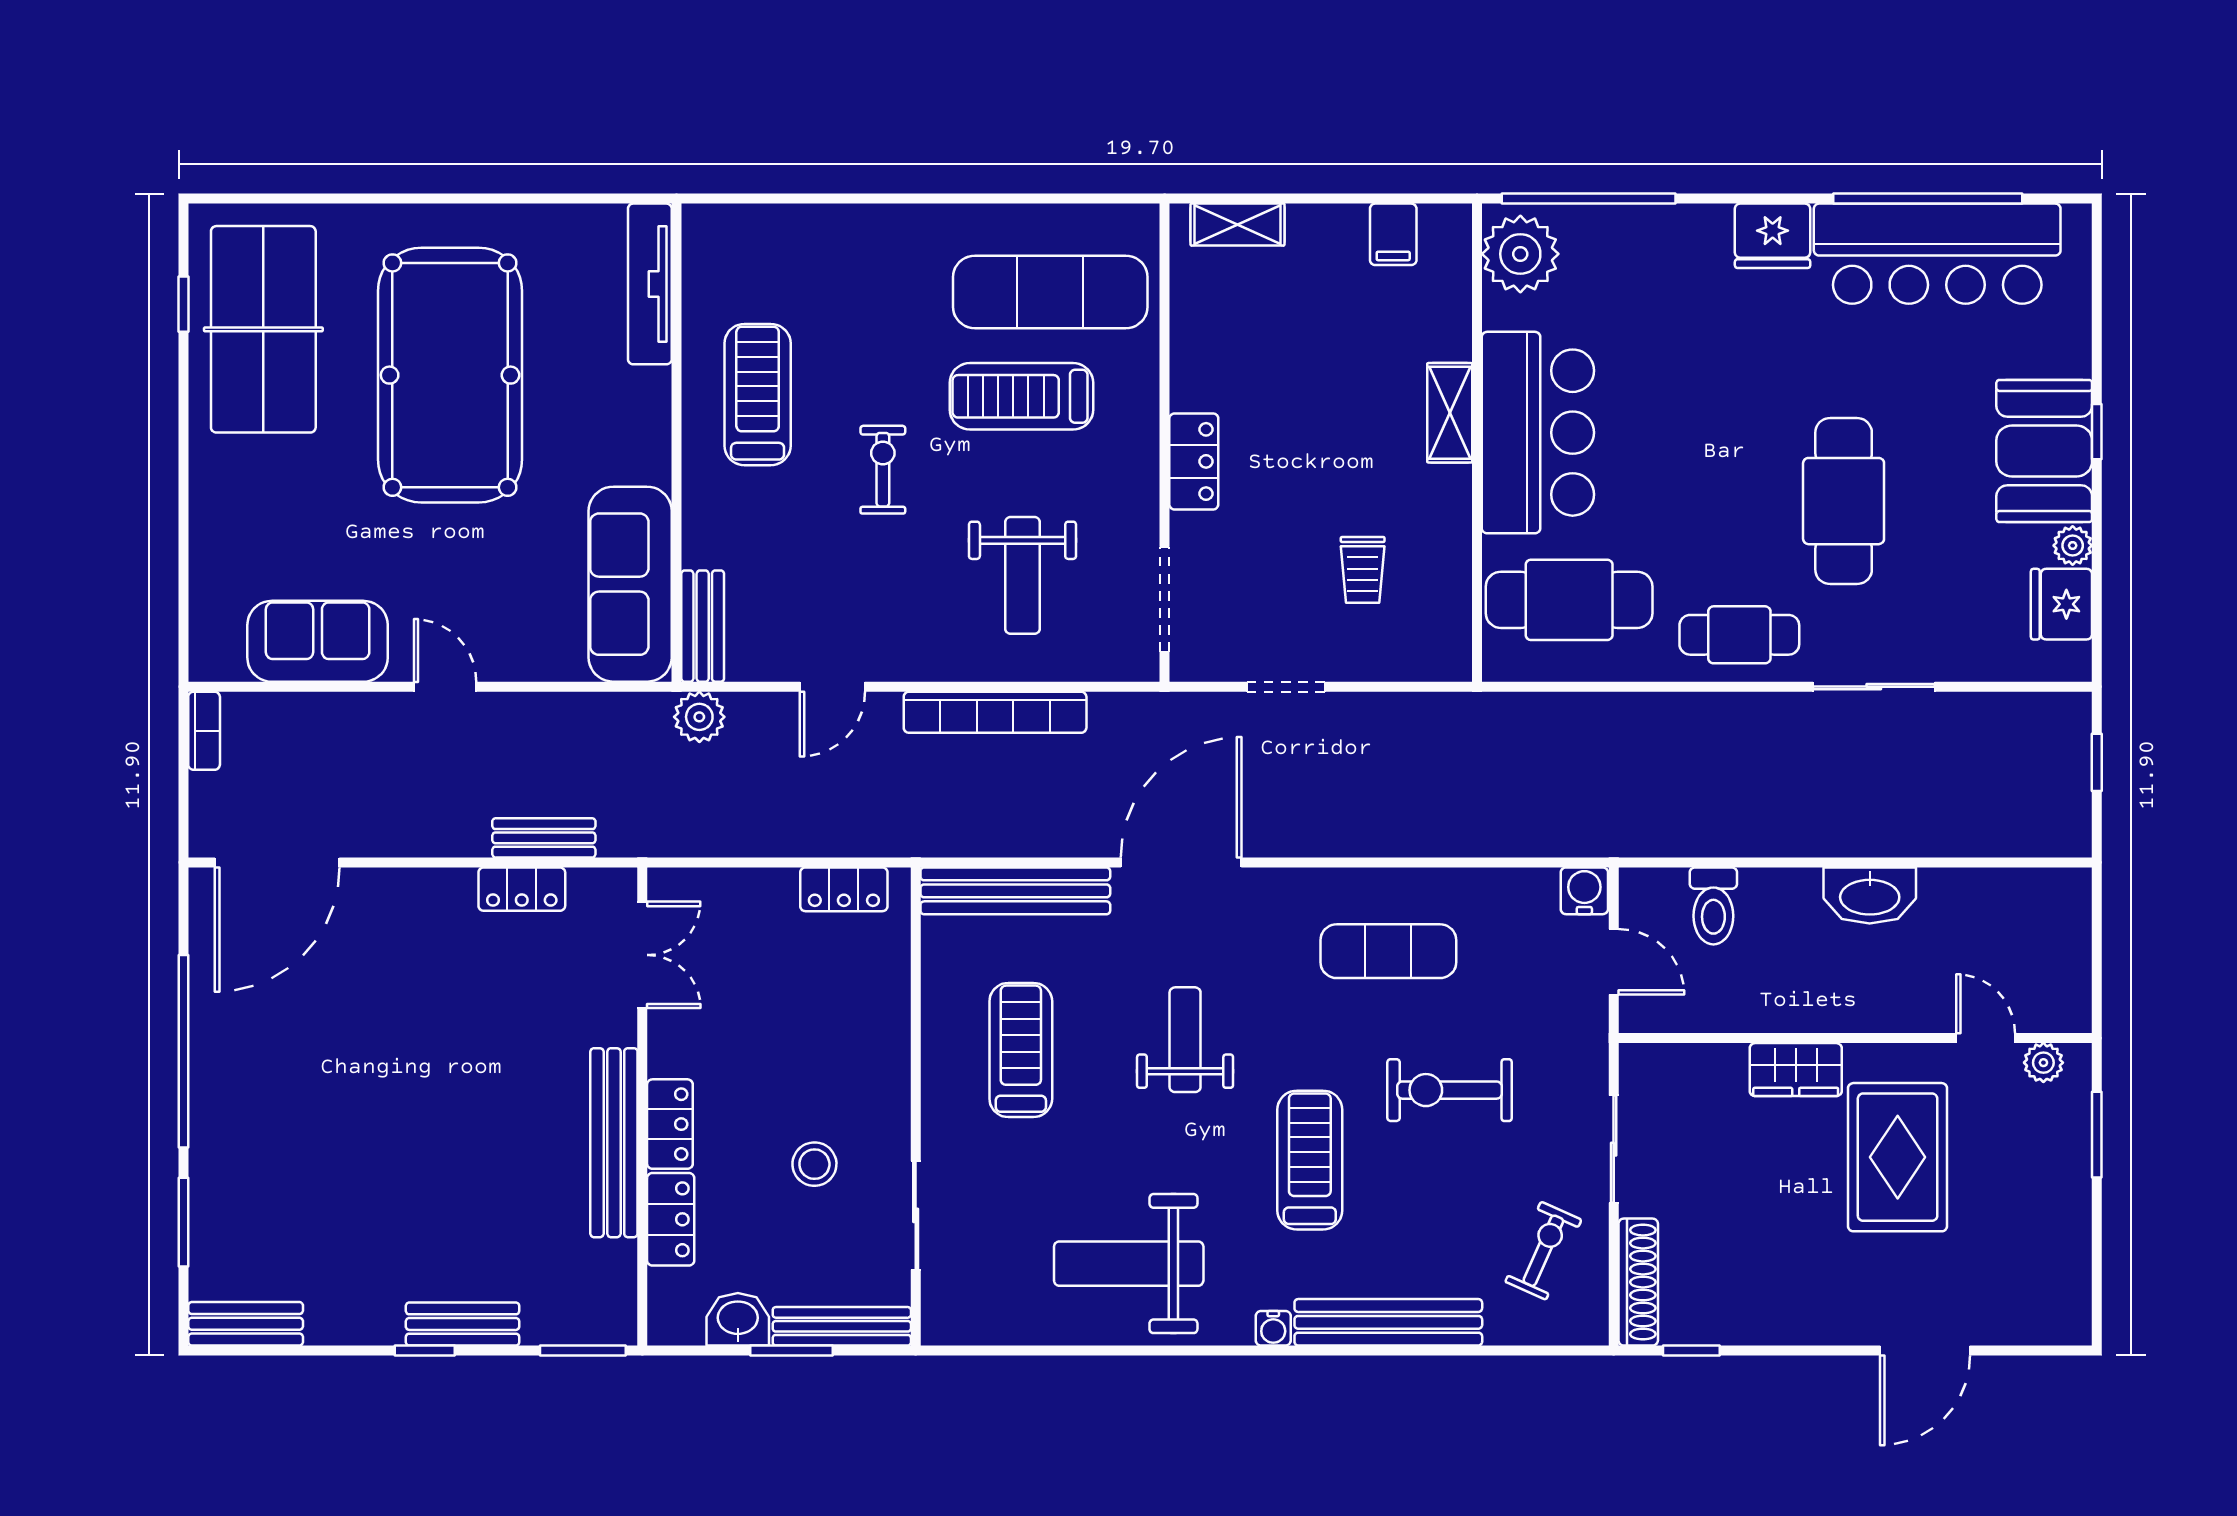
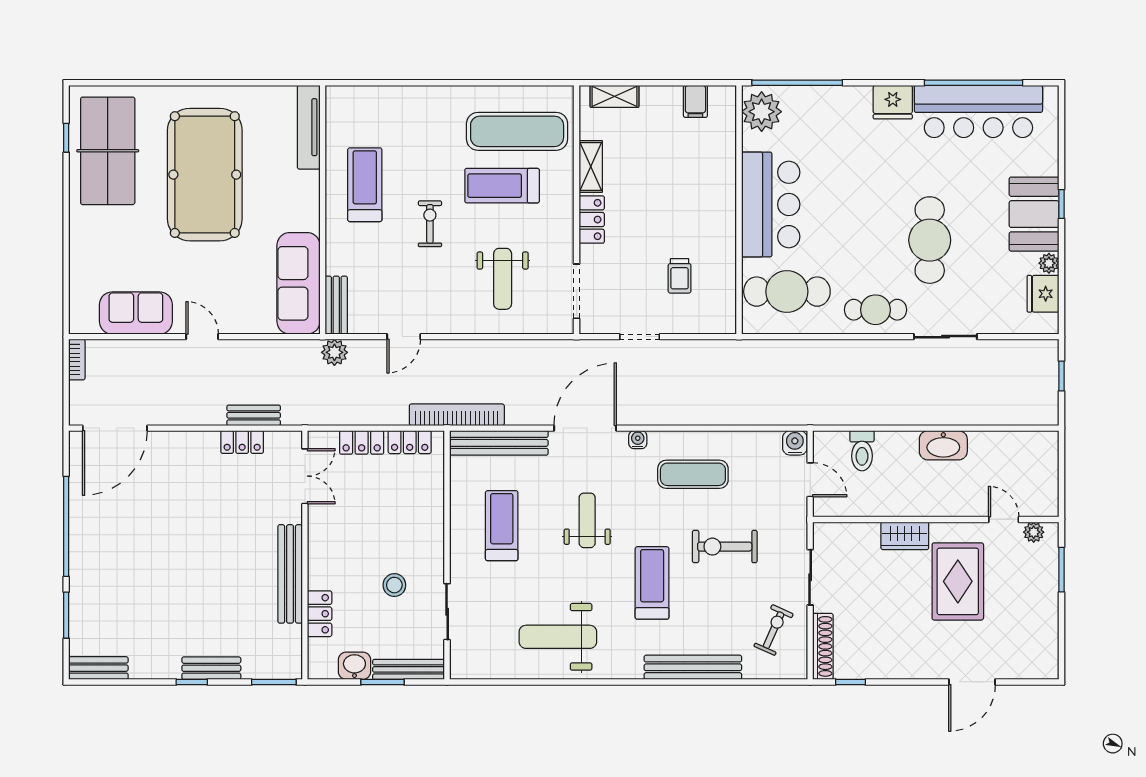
shelving: (1450, 413) -> (591, 166), moved
bookcase: (995, 712) -> (457, 415), moved, turned 180
locker: (670, 1124) -> (362, 442), moved, turned 90
water cooler: (1273, 1328) -> (638, 440), moved, turned 180

